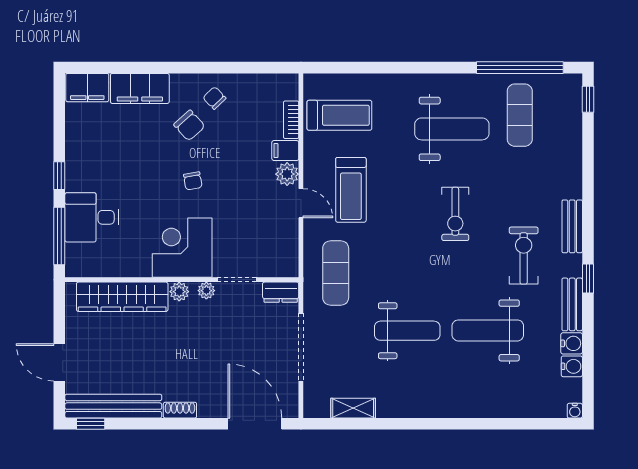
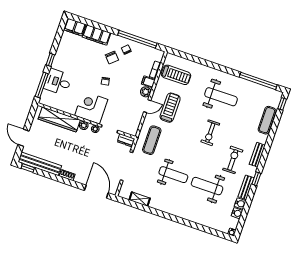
window: (230, 68) -> (137, 39), added
exercise mat: (520, 115) -> (267, 120), moved
treadmill: (351, 190) -> (170, 108), turned 180
door: (301, 203) -> (147, 106), hinge flipped

